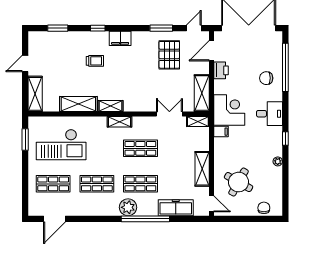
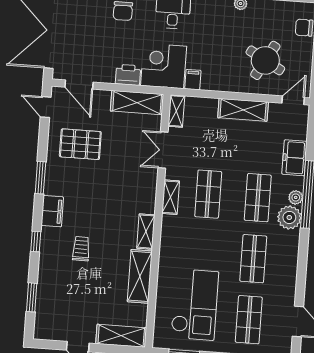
window: (161, 28) -> (40, 178), moved
printer: (221, 70) -> (128, 75), moved
shelving: (120, 122) -> (171, 197), moved
freezer: (176, 208) -> (294, 158), width x0.71
plant: (143, 211) -> (296, 197), added

